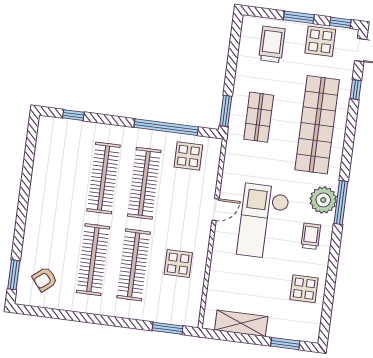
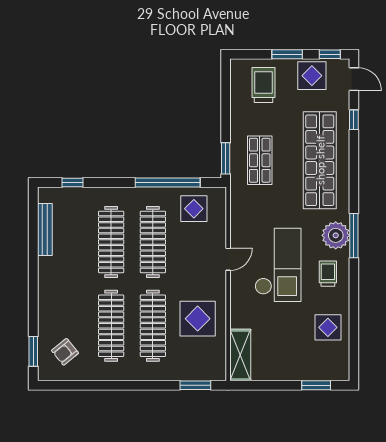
bench: (41, 157) -> (45, 230), added
checkout: (263, 221) -> (278, 265), turned 180
display table: (178, 264) -> (198, 319), width x1.36, depth x1.36
shelving: (241, 323) -> (240, 355), moved, turned 90

